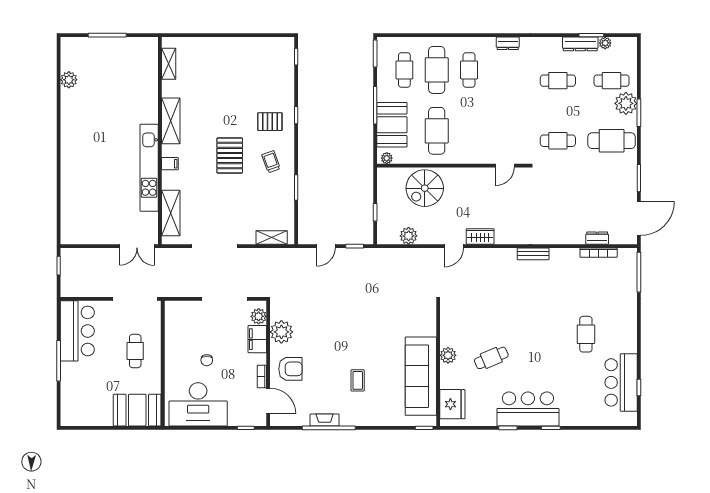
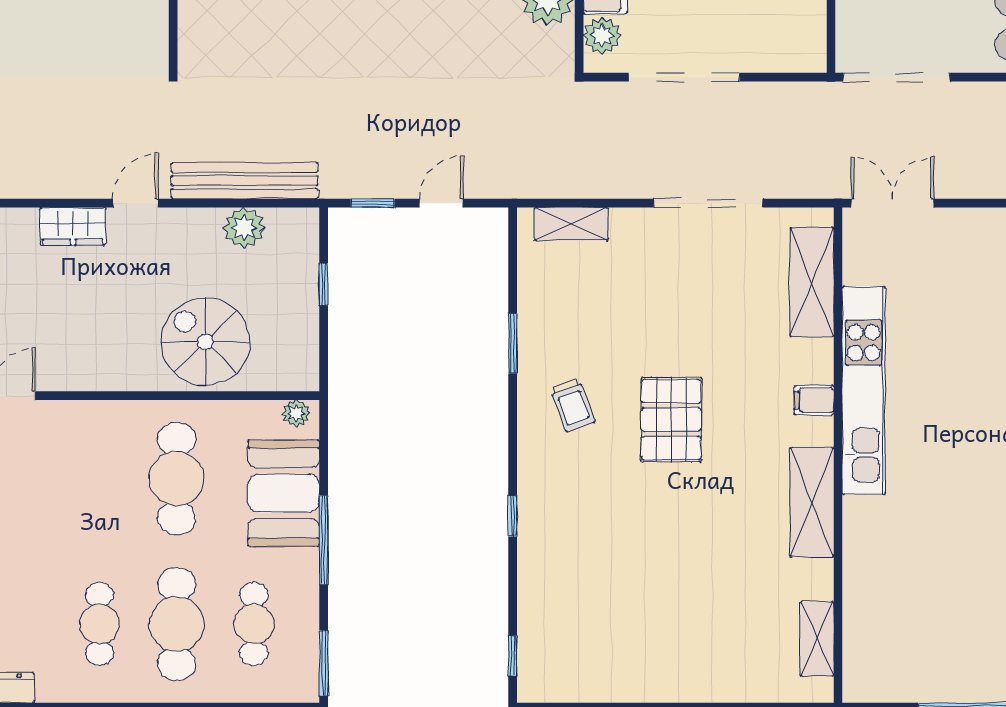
pallet: (270, 122) -> (575, 501), removed
spiral stairs: (425, 188) -> (205, 342), turned -90
bench: (408, 256) -> (245, 181), added

